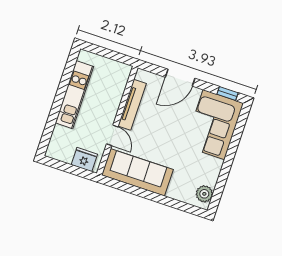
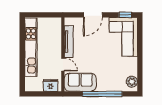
kitchen unit: (74, 95) -> (31, 47), width x1.36
sofa: (137, 172) -> (80, 82), width x0.73
window: (155, 197) -> (102, 94), added

